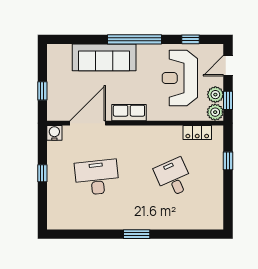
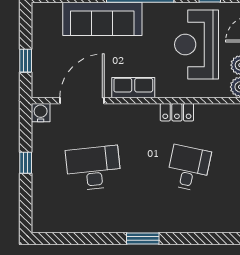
locker: (197, 133) -> (177, 112), moved
desk: (173, 177) -> (189, 168), turned 36

